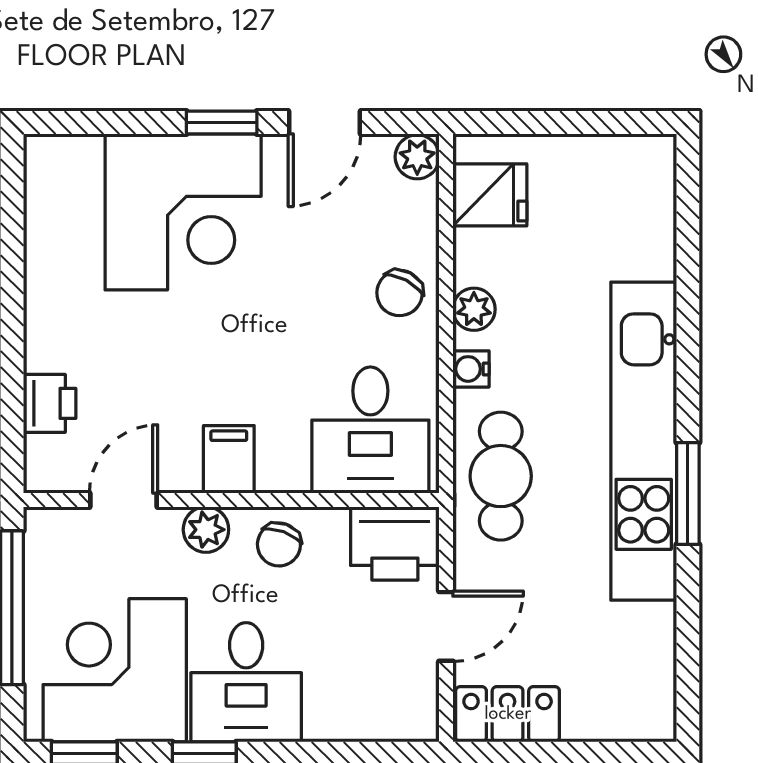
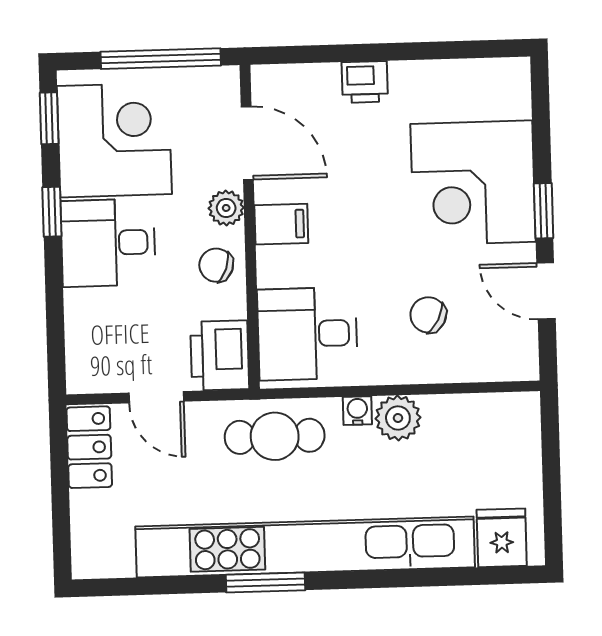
plant: (417, 157) -> (521, 364), removed
fridge: (490, 195) -> (502, 538), moved, turned 180
chair: (400, 293) -> (428, 315), moved
plant: (474, 309) -> (398, 418), width x1.38, depth x1.38
printer: (50, 403) -> (365, 82), moved
kitchen unit: (644, 441) -> (305, 547), width x1.36
door: (124, 500) -> (247, 143), width x1.38

